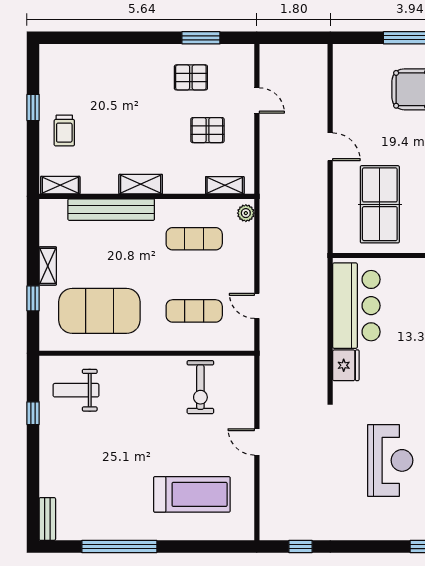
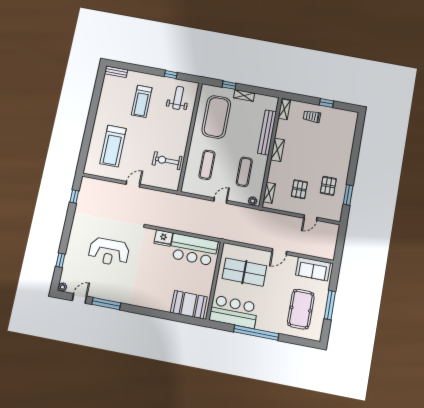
sofa: (350, 80) -> (313, 269), added
door: (257, 306) -> (220, 201), moved
treadmill: (96, 458) -> (142, 101), added
window: (119, 547) -> (94, 105), removed

